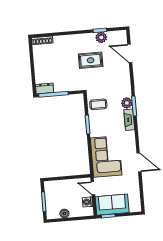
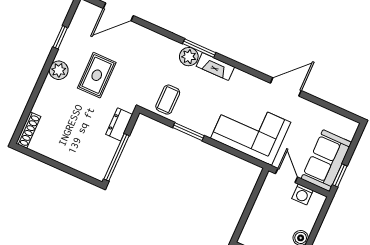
plant: (101, 37) -> (59, 70), moved
dresser: (45, 88) -> (119, 124), moved
door: (93, 188) -> (286, 175), swing flipped

